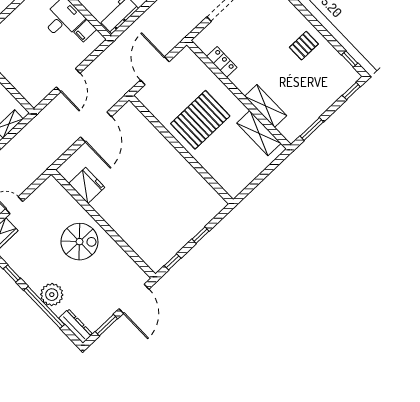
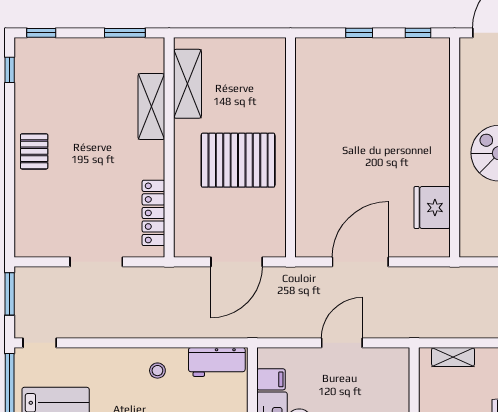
pallet: (304, 46) -> (34, 151), moved, turned 90
locker: (222, 62) -> (153, 213), width x1.53

